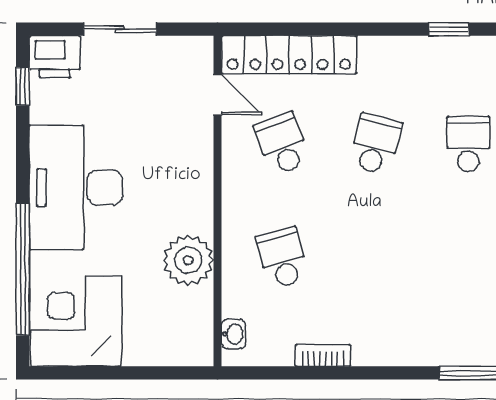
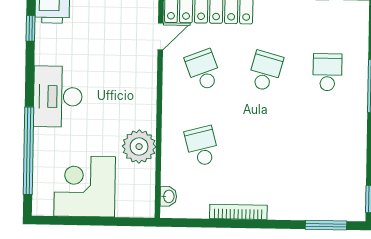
door: (217, 95) -> (160, 36), hinge flipped
desk: (76, 187) -> (58, 97), width x0.73, depth x0.77
corner desk: (76, 321) -> (85, 186), moved
bookcase: (323, 355) -> (238, 212), width x1.56

